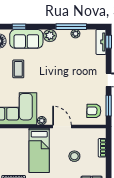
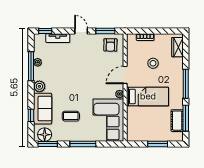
tv unit: (101, 42) -> (58, 38), moved

